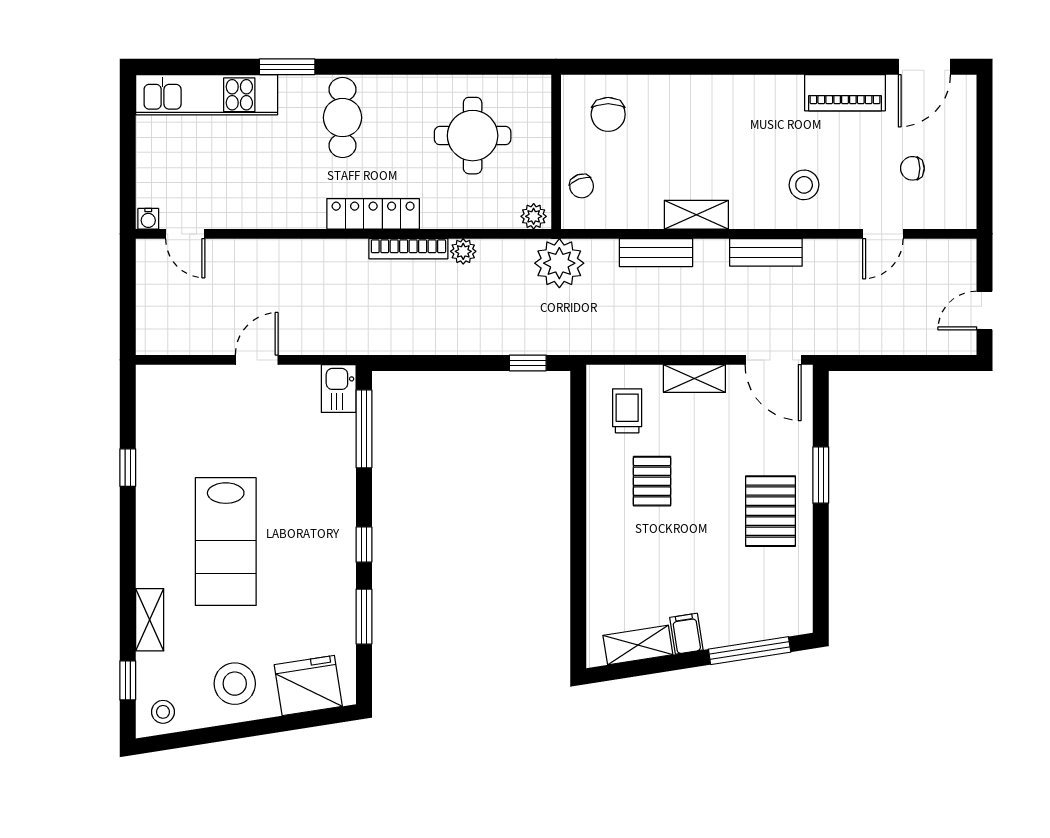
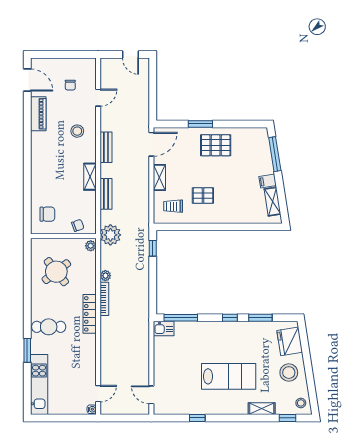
round table: (473, 136) -> (56, 272), turned -38
door: (883, 234) -> (98, 98), hinge flipped
door: (257, 360) -> (151, 395), moved

